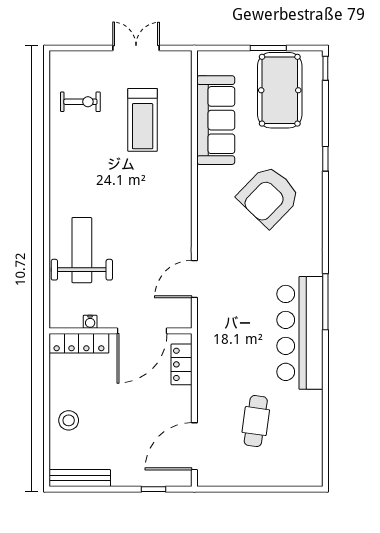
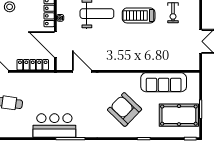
treadmill: (143, 120) -> (139, 15), moved
bar counter: (300, 333) -> (54, 125), width x0.73
locker: (182, 364) -> (33, 65), width x1.53

